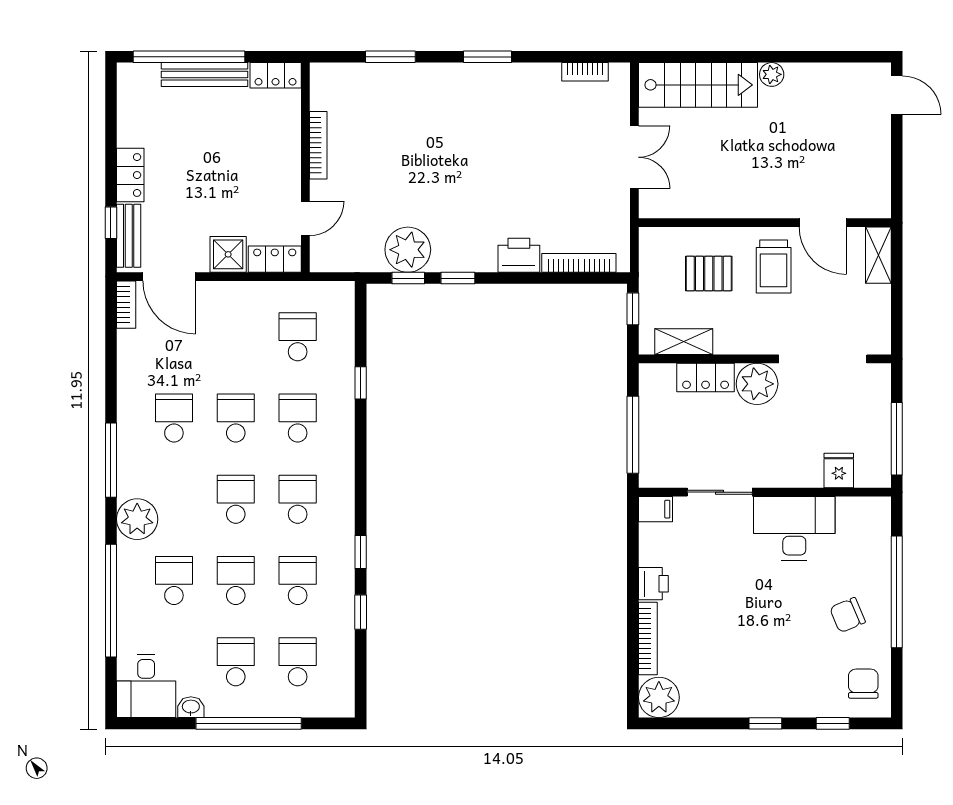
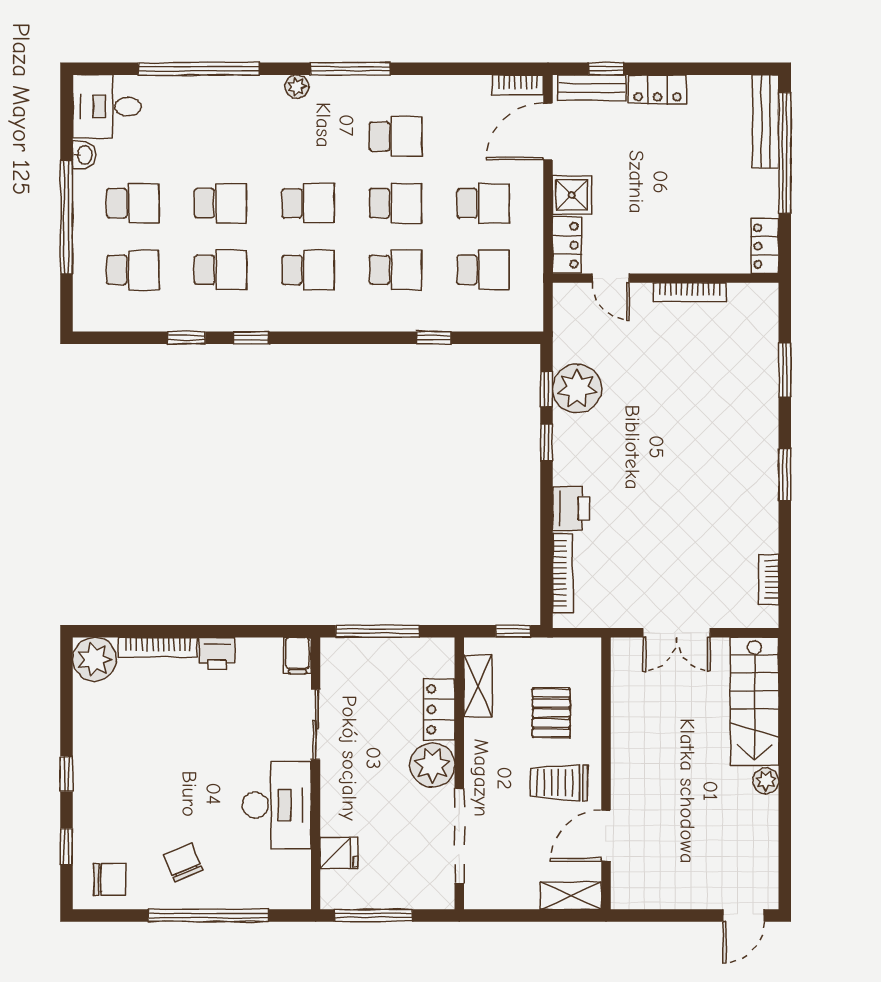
bench: (205, 75) -> (766, 121), moved
plant: (137, 519) -> (297, 87), width x0.53, depth x0.53
school desk: (174, 581) -> (483, 203), moved

